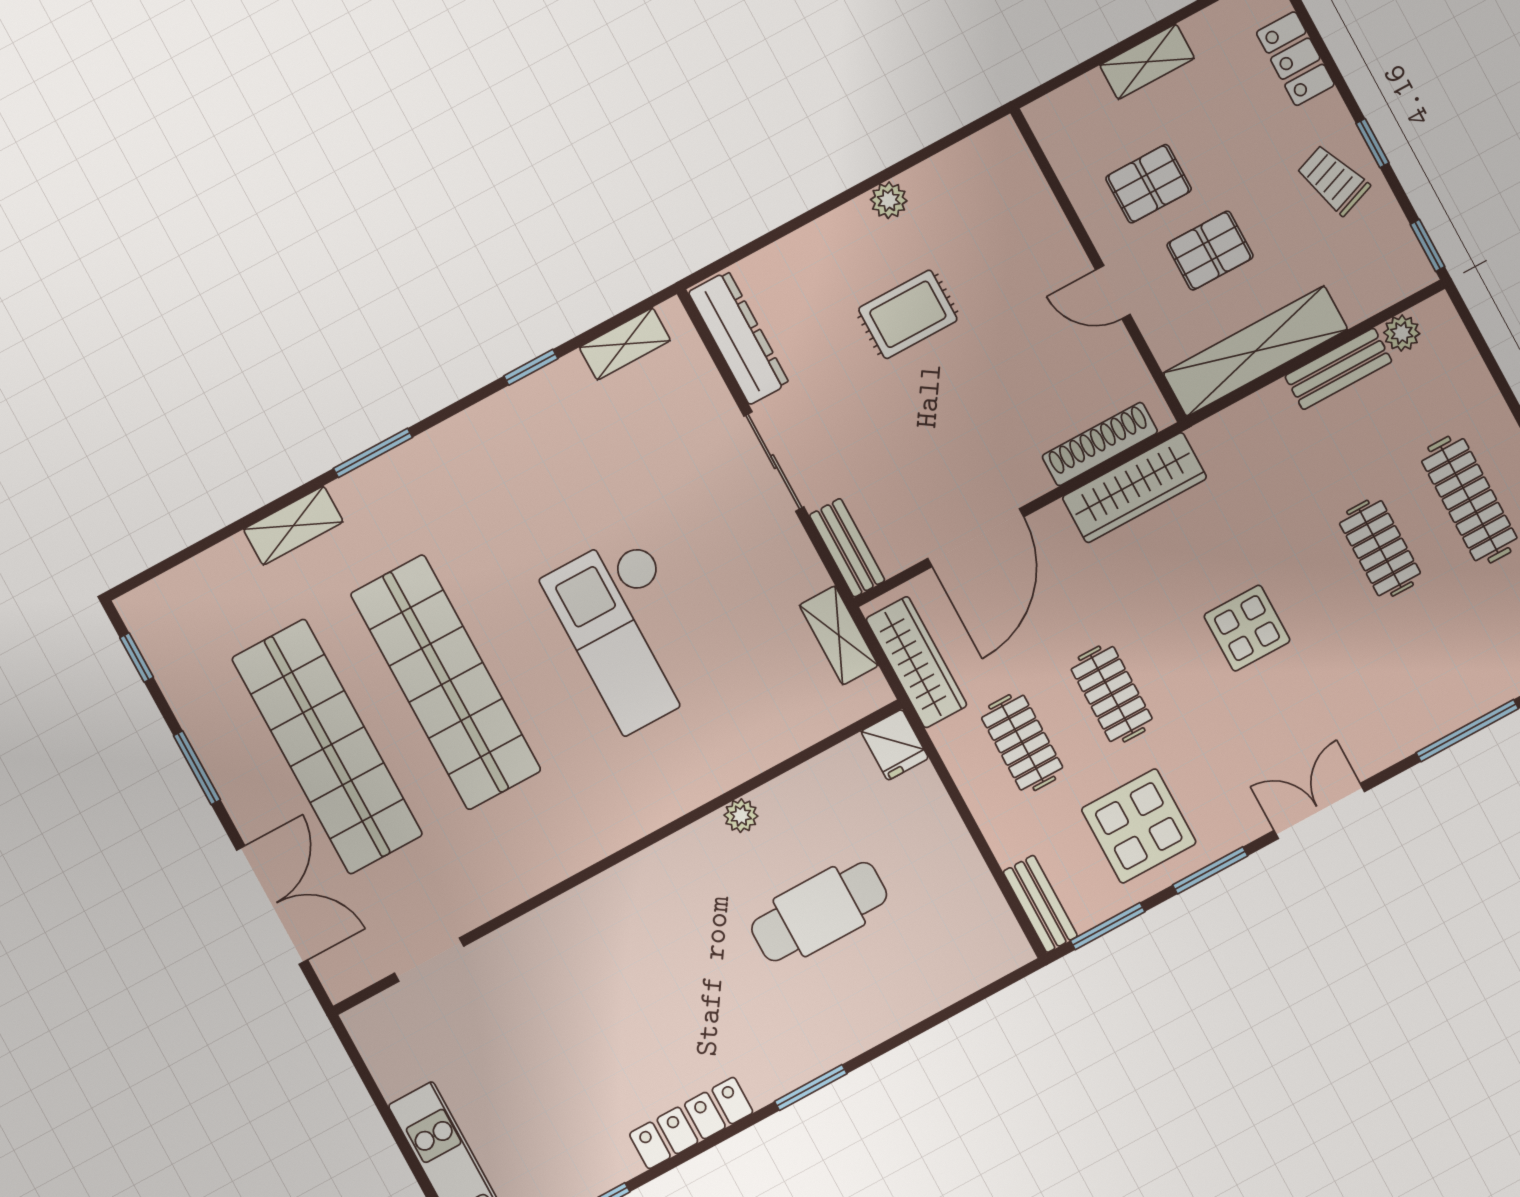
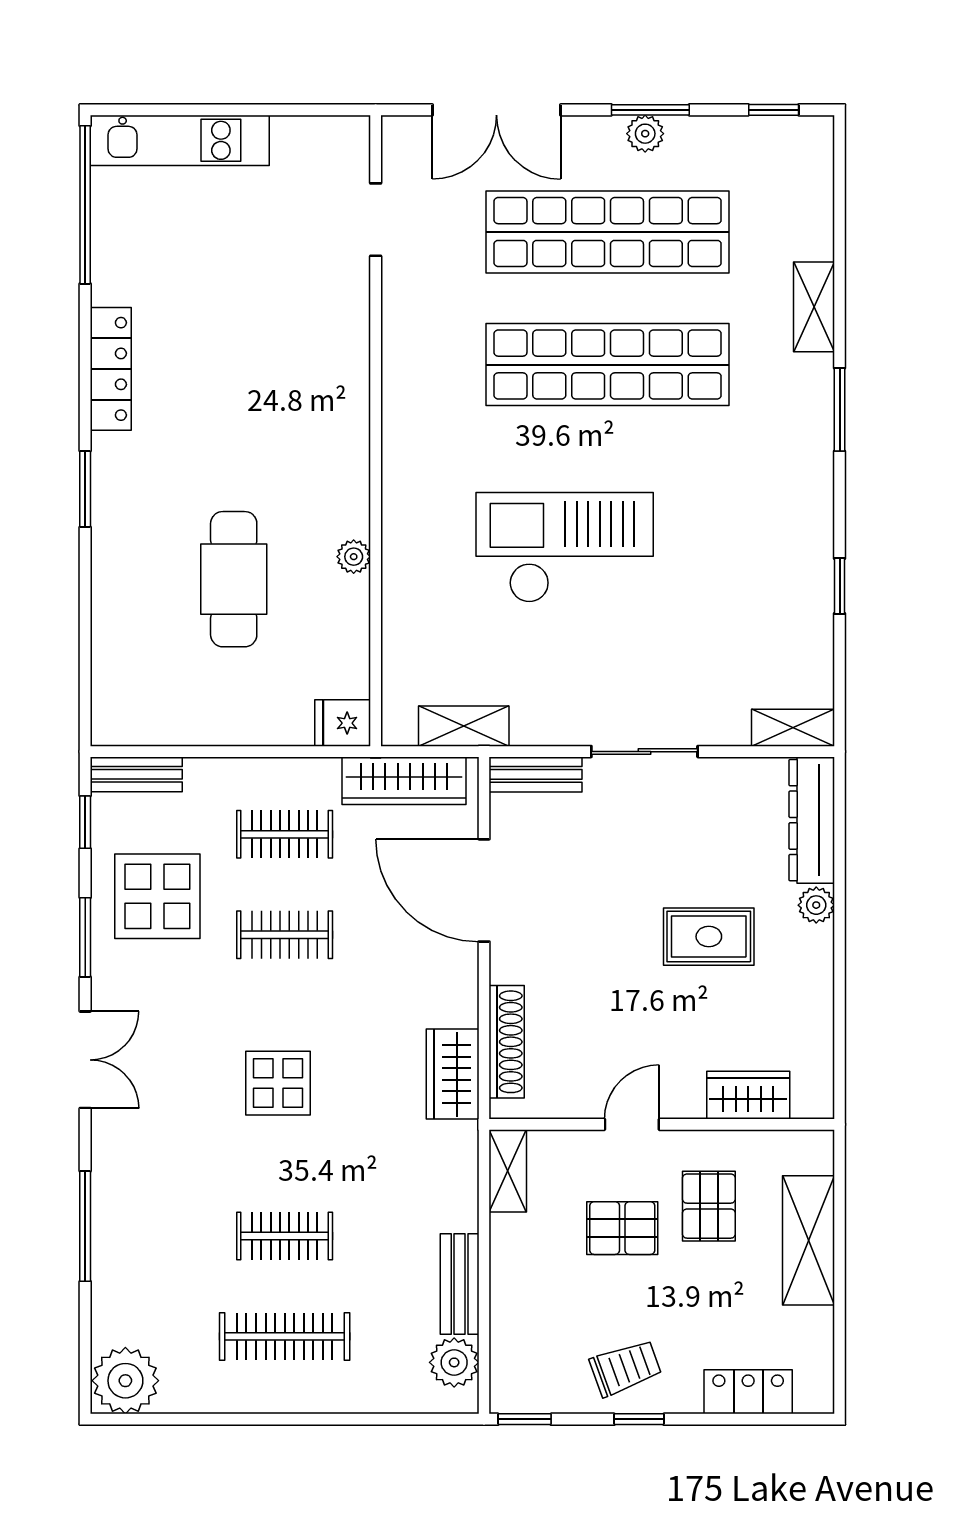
shelving: (1147, 62) -> (808, 1240), width x1.50, depth x1.33
plant: (889, 200) -> (816, 905), moved
wardrobe: (1030, 202) -> (748, 1095), added
pallet: (1210, 251) -> (622, 1228), turned 90
rug: (908, 314) -> (709, 937), turned 90
plant: (1402, 333) -> (454, 1362), width x1.38, depth x1.38
dresser: (739, 338) -> (812, 820), moved, turned 90
shelving: (625, 344) -> (793, 728), moved, turned 90
shelving: (1255, 351) -> (508, 1171), width x0.45, depth x0.75
wardrobe: (1135, 488) -> (453, 1074), width x0.67
plant: (221, 761) -> (645, 134), added
window: (1108, 926) -> (85, 822), width x0.67

